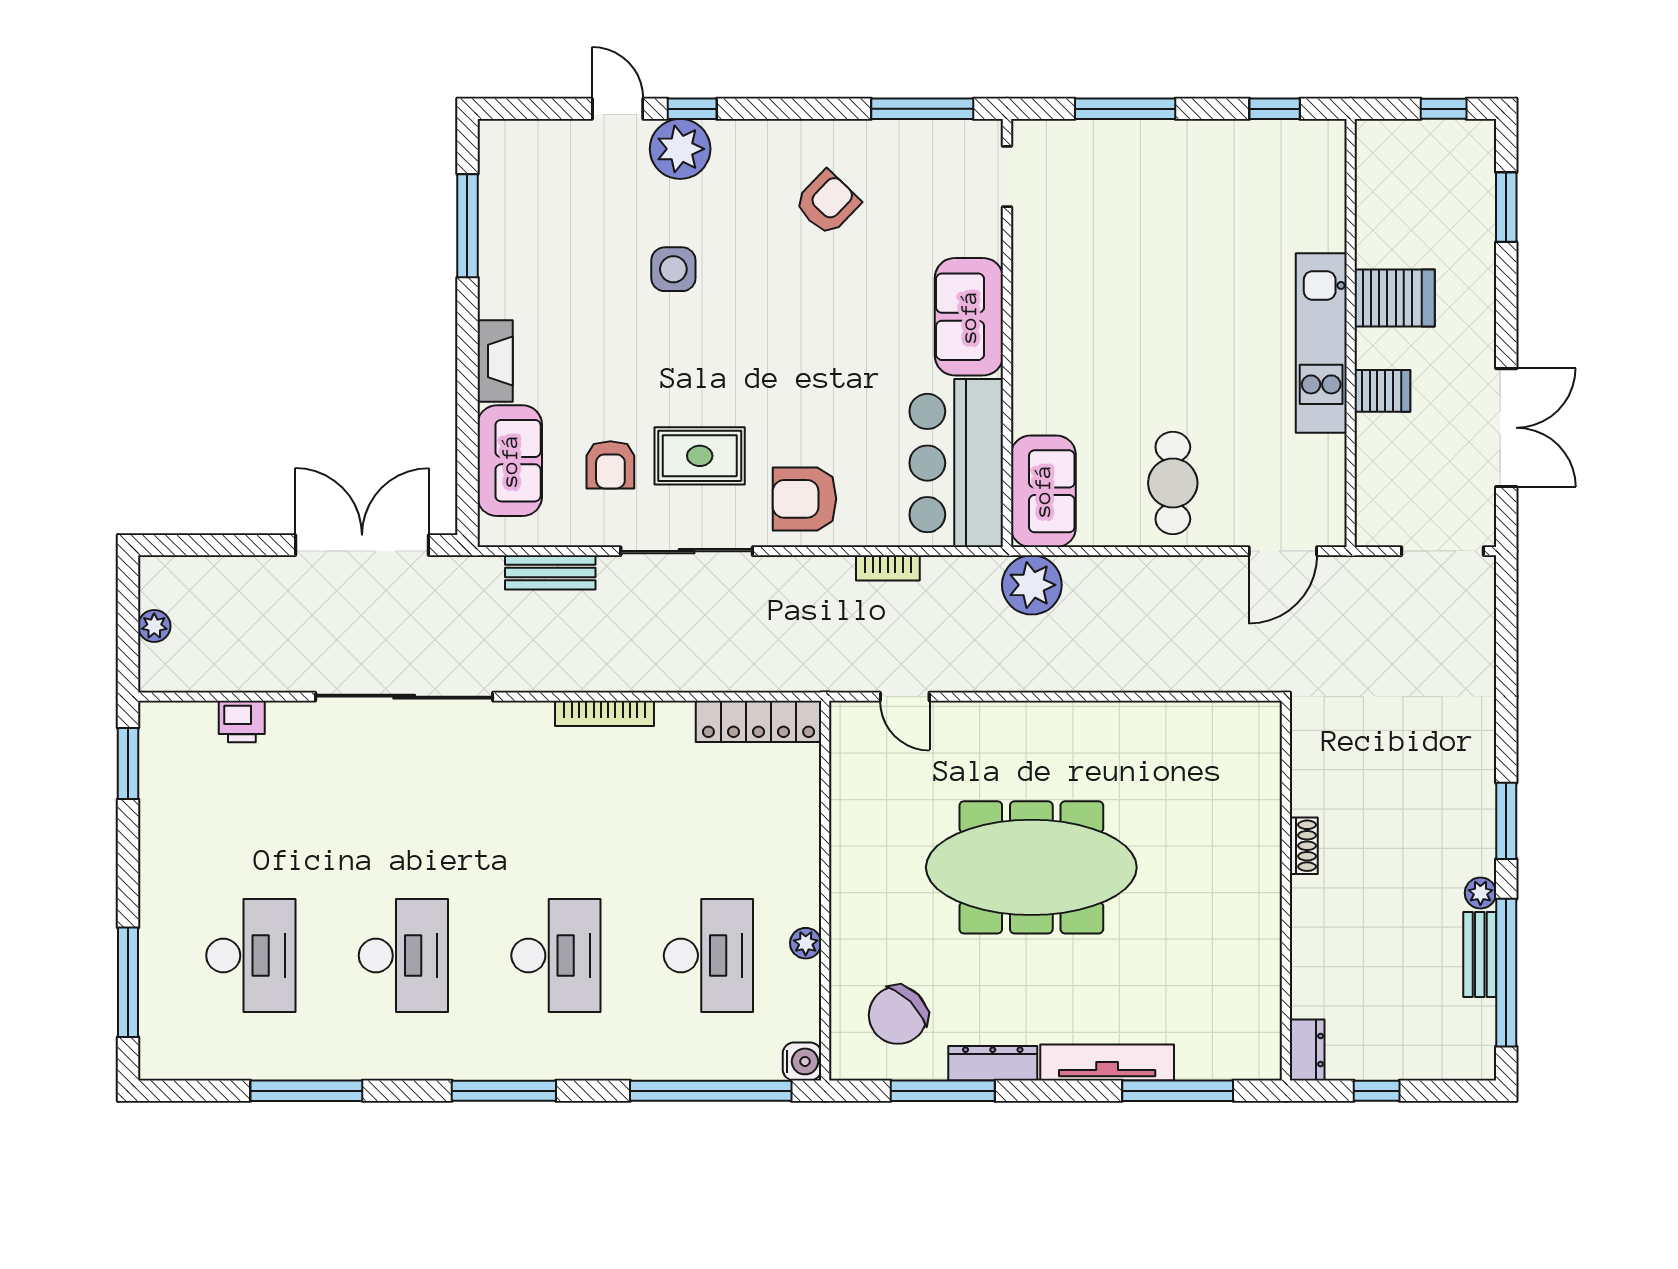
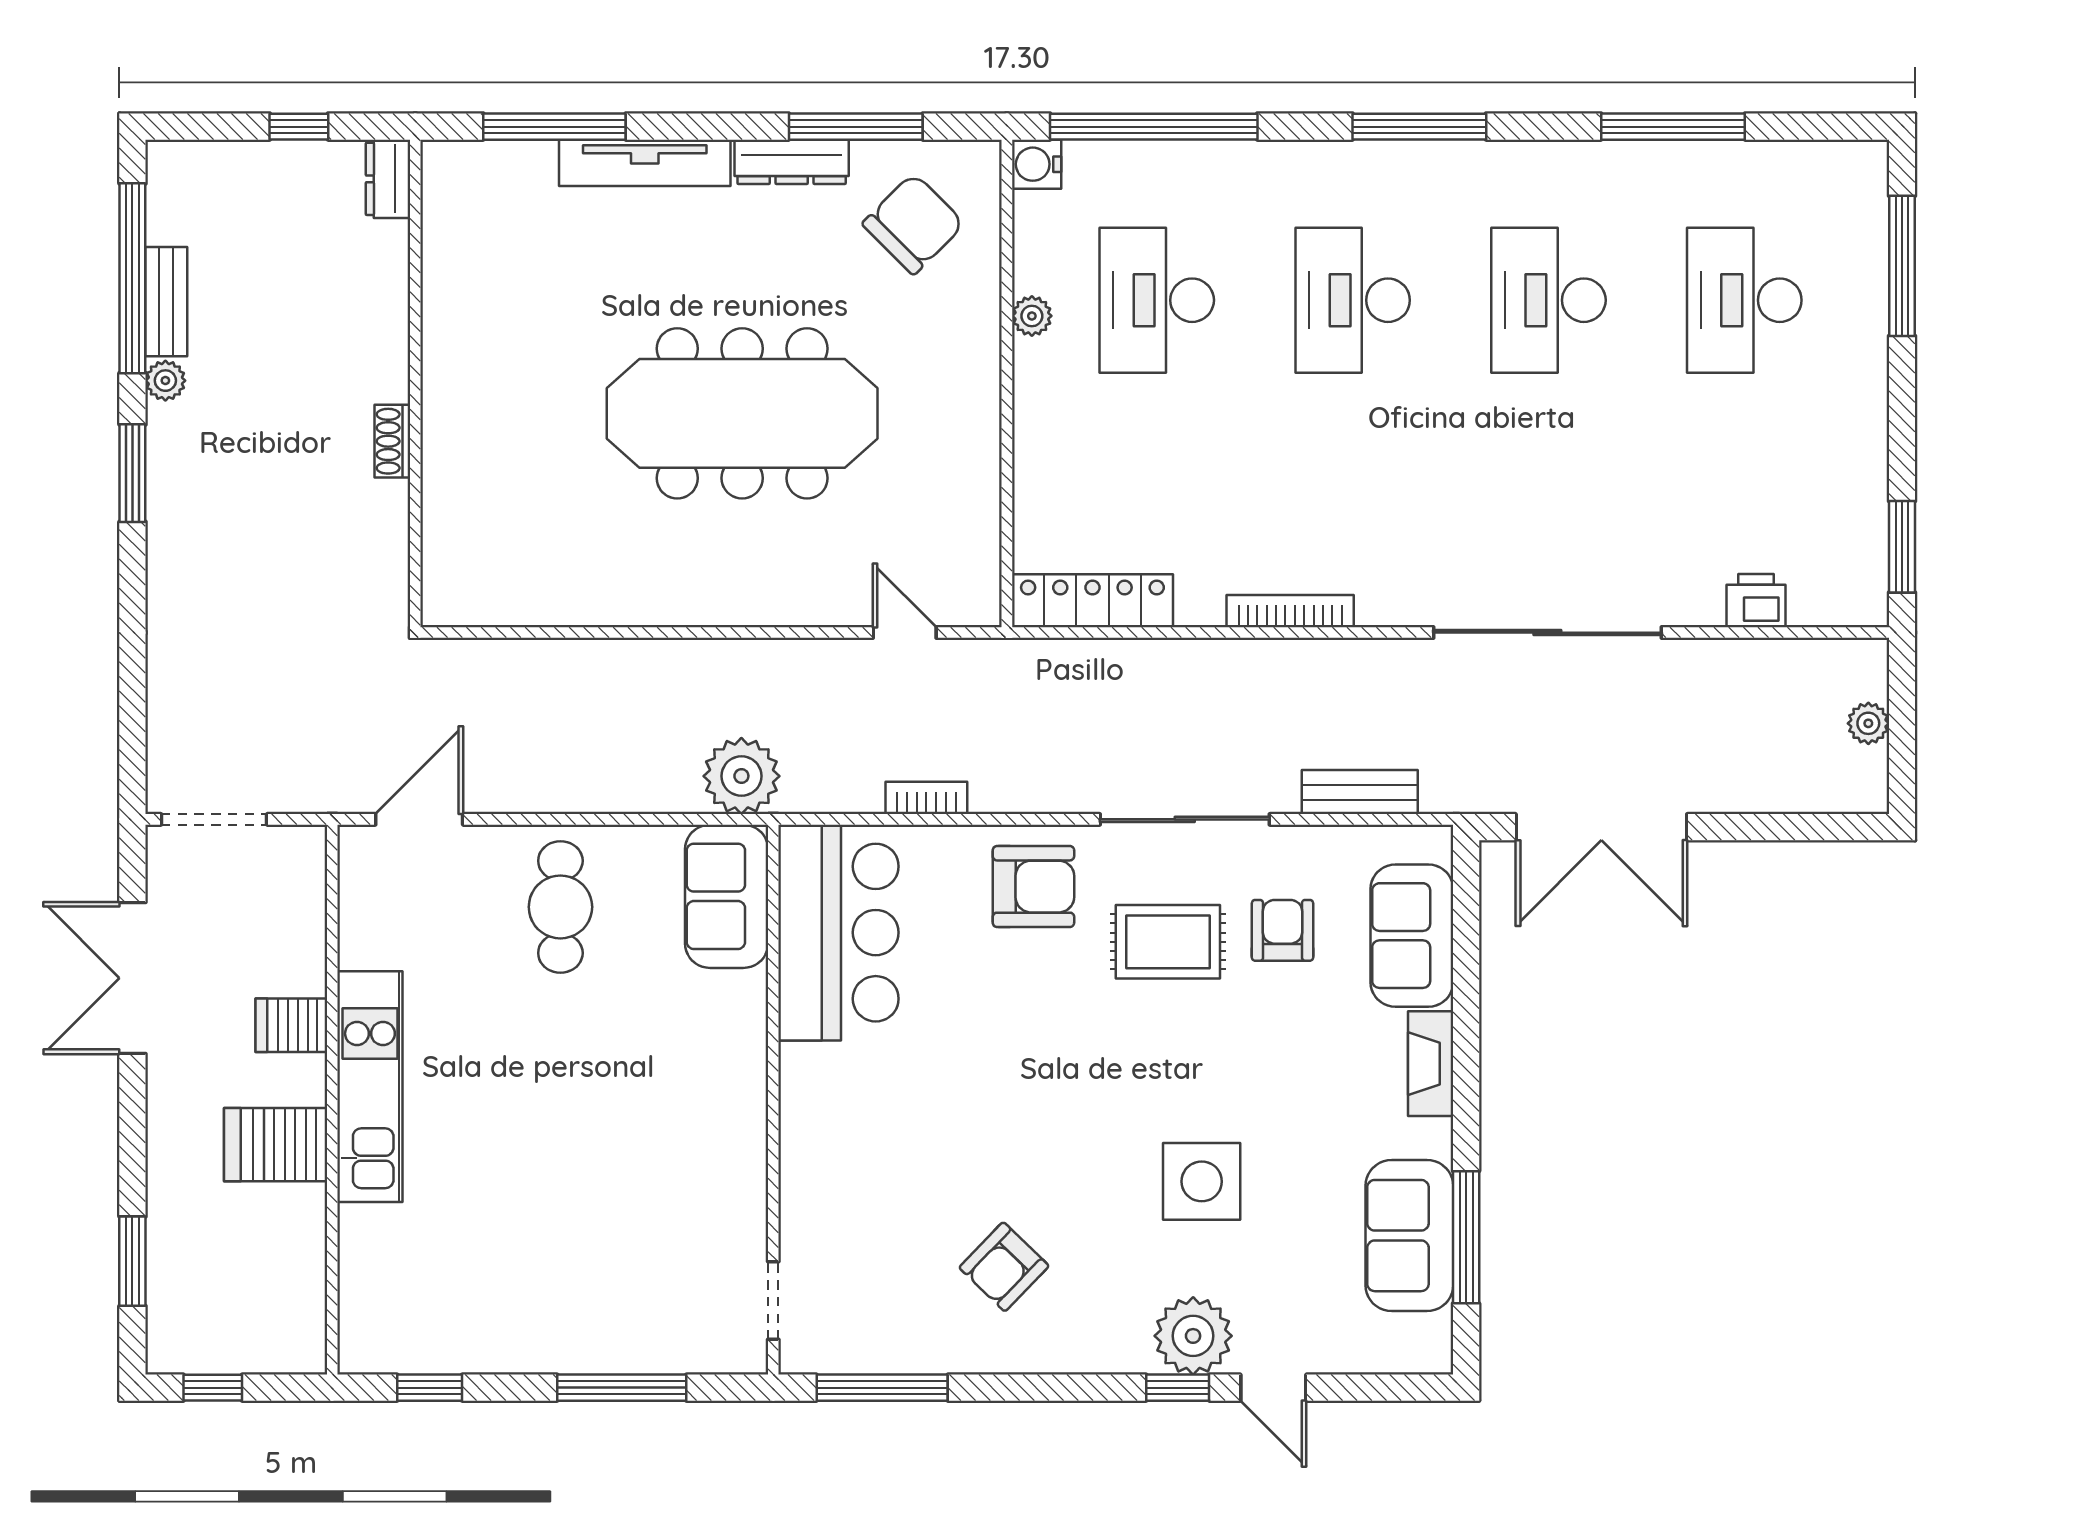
side table: (673, 269) -> (1202, 1181), width x1.37, depth x1.37
sofa: (969, 317) -> (1409, 1236), moved, turned 180

